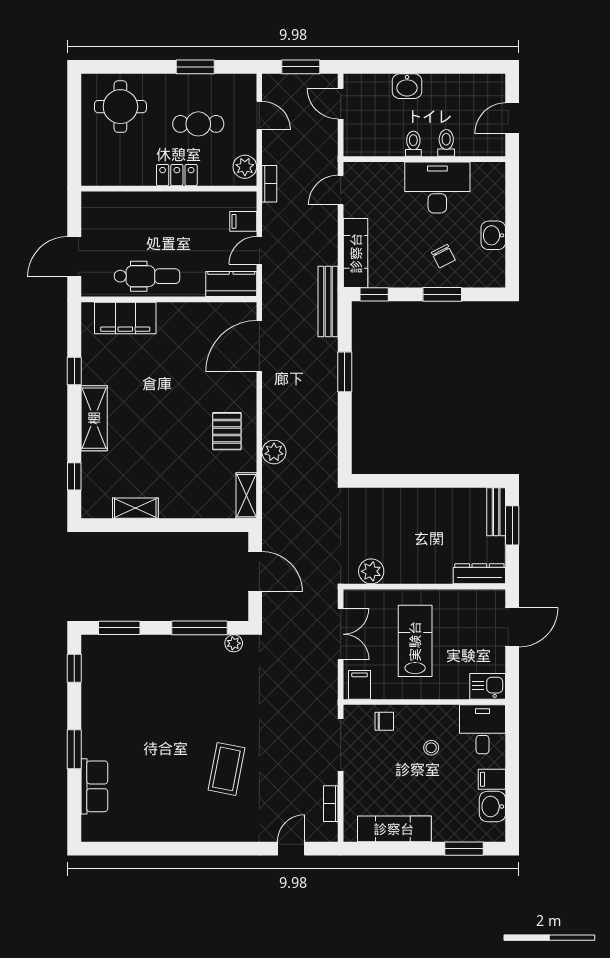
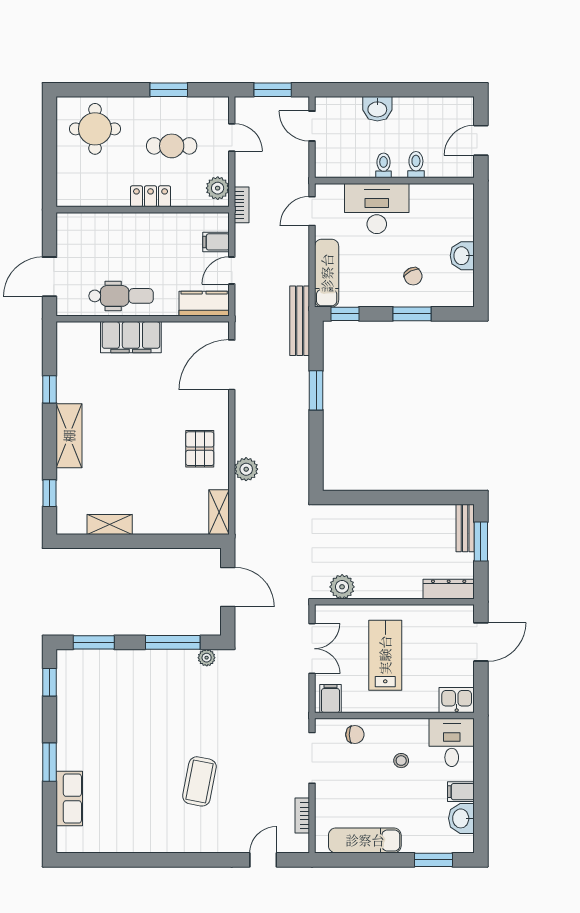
desk: (437, 187) -> (377, 209), moved
filing cabinet: (125, 318) -> (131, 337), moved

